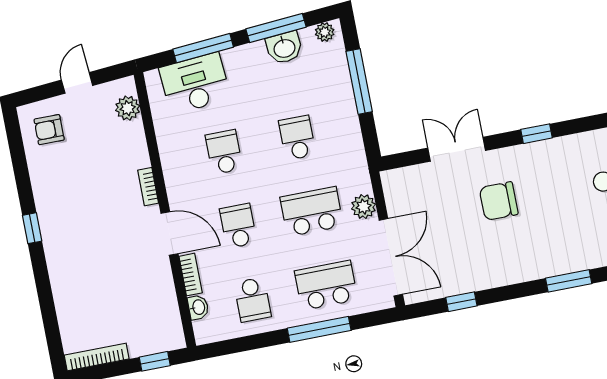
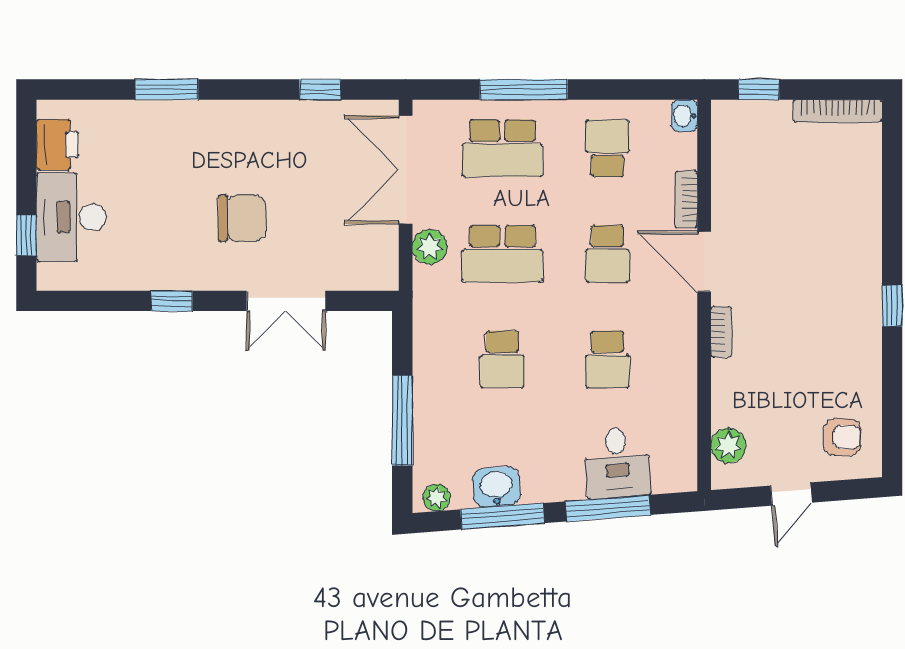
desk: (195, 83) -> (617, 463), width x0.73
washbasin: (198, 307) -> (684, 116), moved

